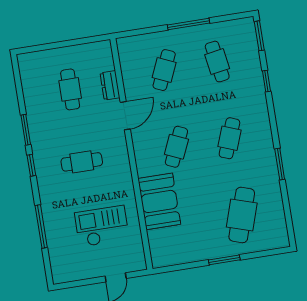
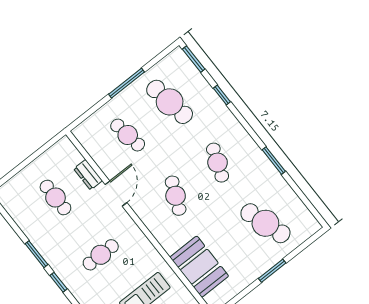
cafe table: (217, 62) -> (170, 102), width x1.37, depth x1.35
cafe table: (164, 70) -> (128, 135), turned -33
booth: (159, 201) -> (199, 267), moved
cafe table: (242, 215) -> (265, 223), turned -36

